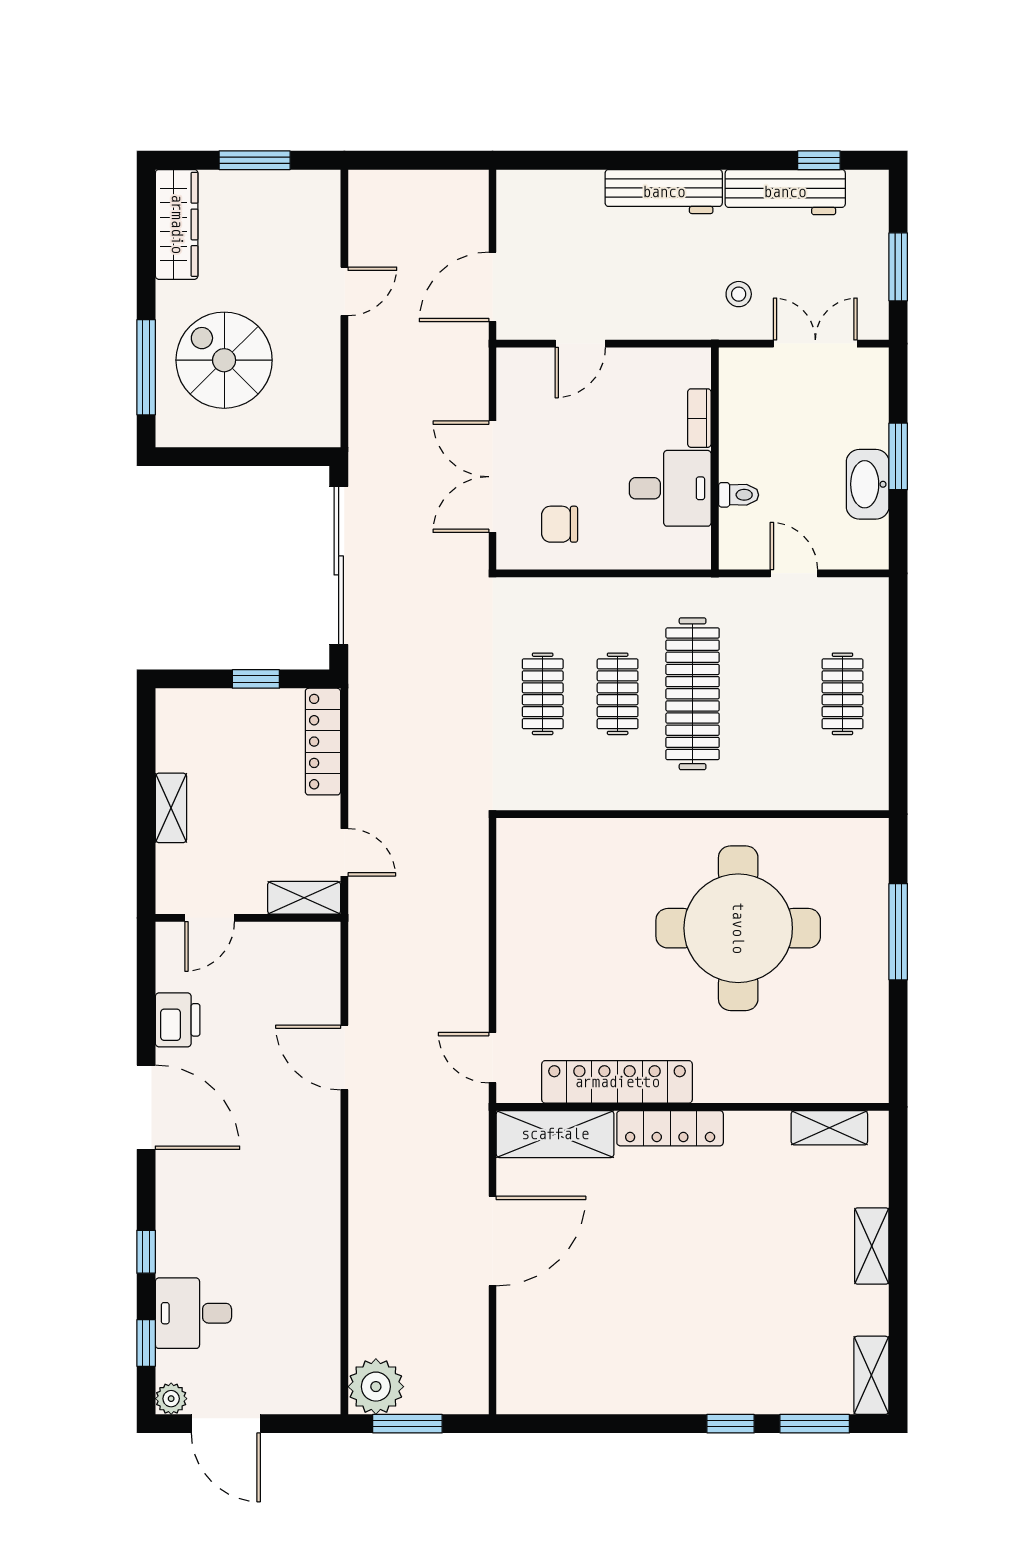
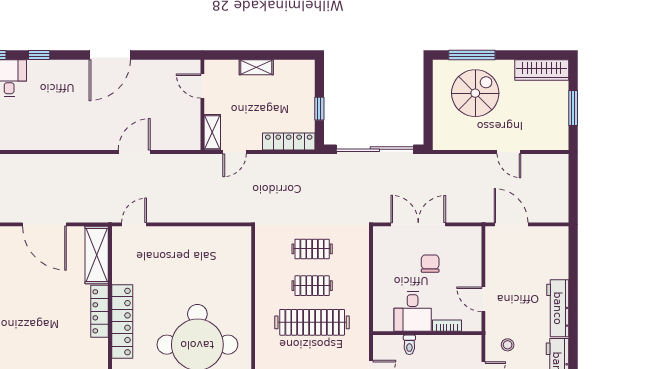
door: (580, 344) -> (483, 299), moved
chair: (560, 524) -> (430, 264), moved
printer: (178, 1020) -> (153, 70), removed
locker: (617, 1082) -> (122, 322), moved

